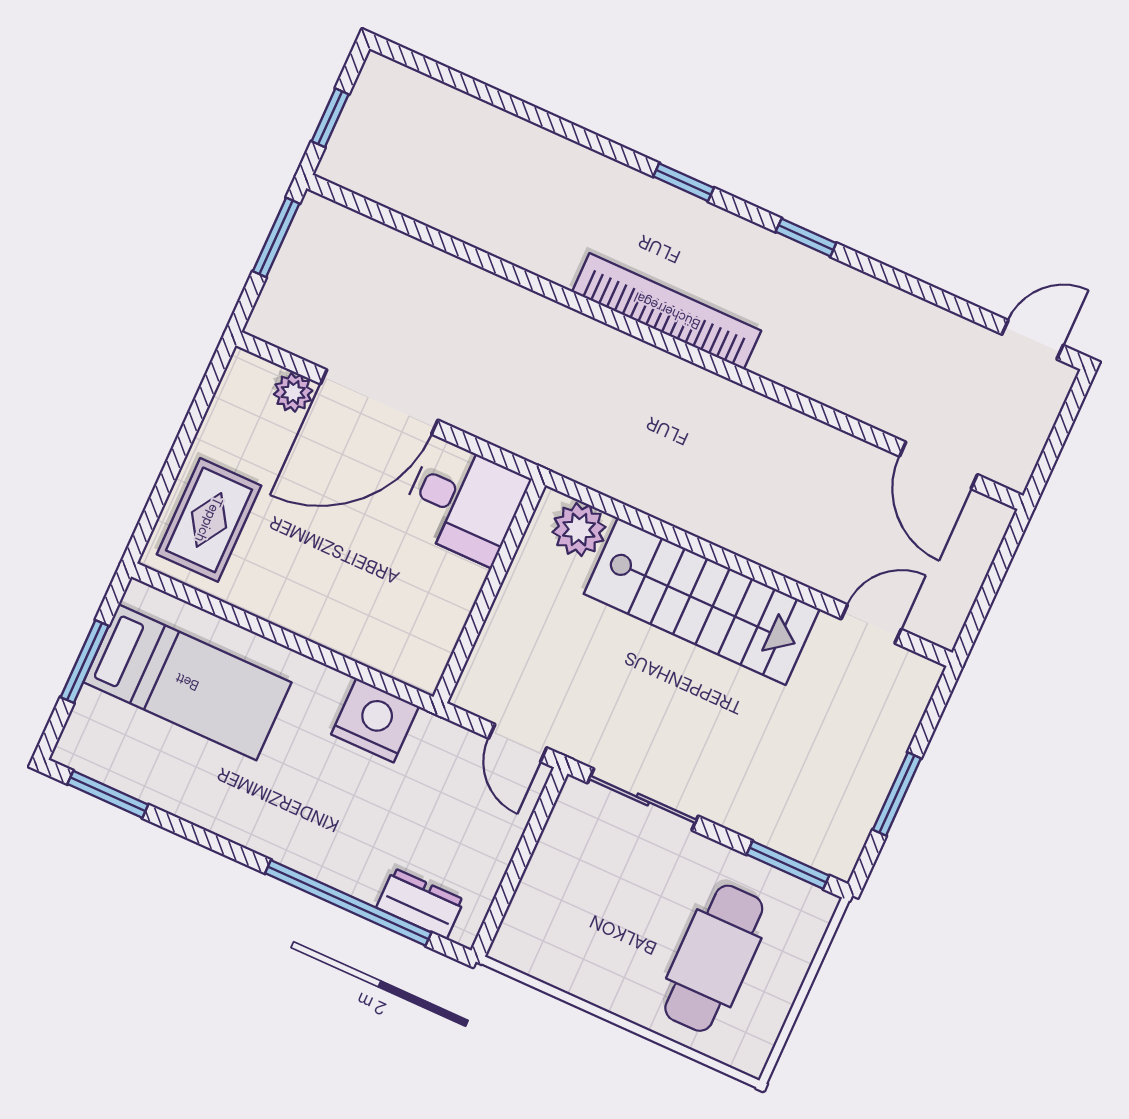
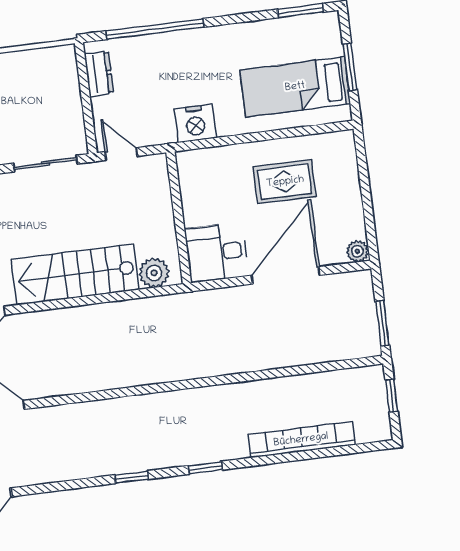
bookcase: (667, 311) -> (301, 440), moved, turned 180
plant: (293, 392) -> (357, 251), moved
rug: (209, 520) -> (285, 182), moved, turned 90
dresser: (420, 904) -> (99, 74), moved, turned -90

